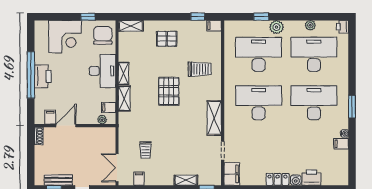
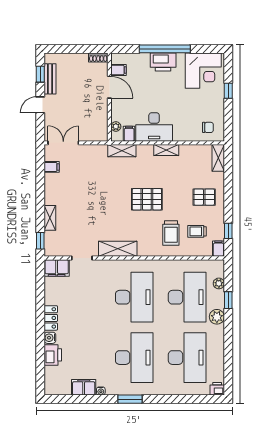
window: (88, 17) -> (228, 91), moved
plant: (310, 25) -> (219, 283), moved
chair: (103, 35) -> (208, 127), width x0.54, depth x0.54
corner desk: (65, 37) -> (203, 71), moved, turned -90
pallet: (167, 39) -> (204, 197), turned 90
desk: (102, 71) -> (154, 127), moved
shelving: (124, 99) -> (122, 151), moved
filing cabinet: (341, 144) -> (84, 387), width x2.00
trolley: (146, 150) -> (197, 231), moved

